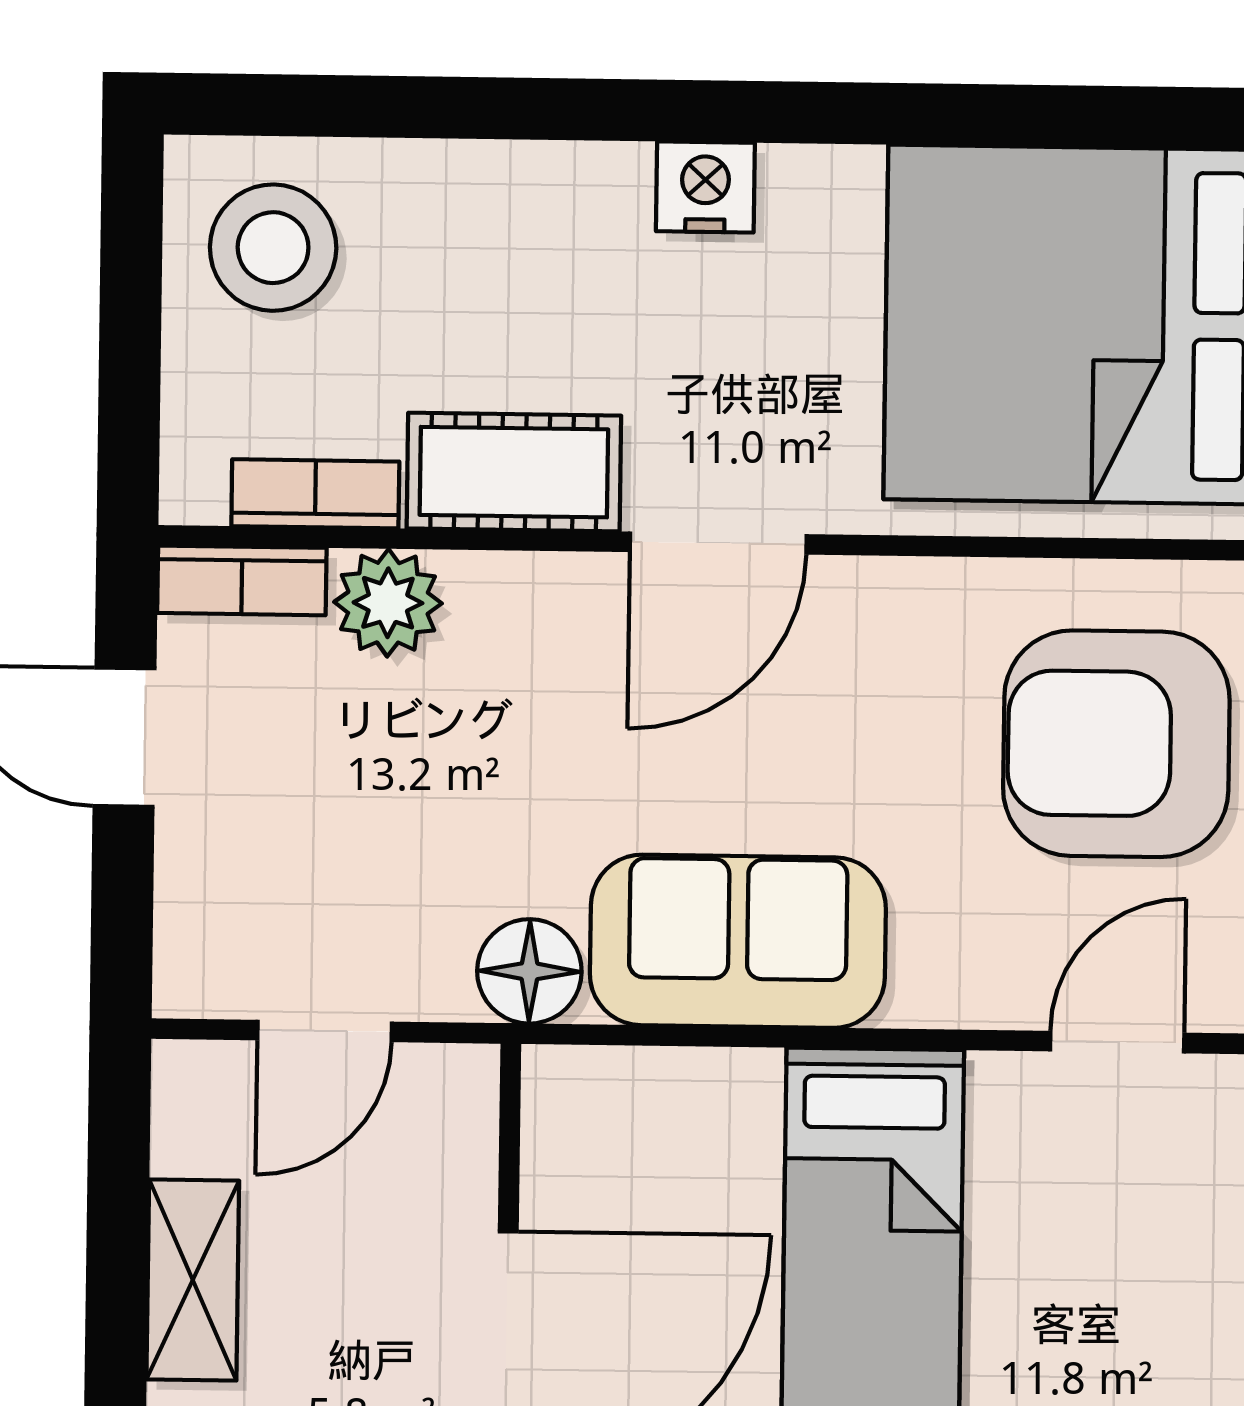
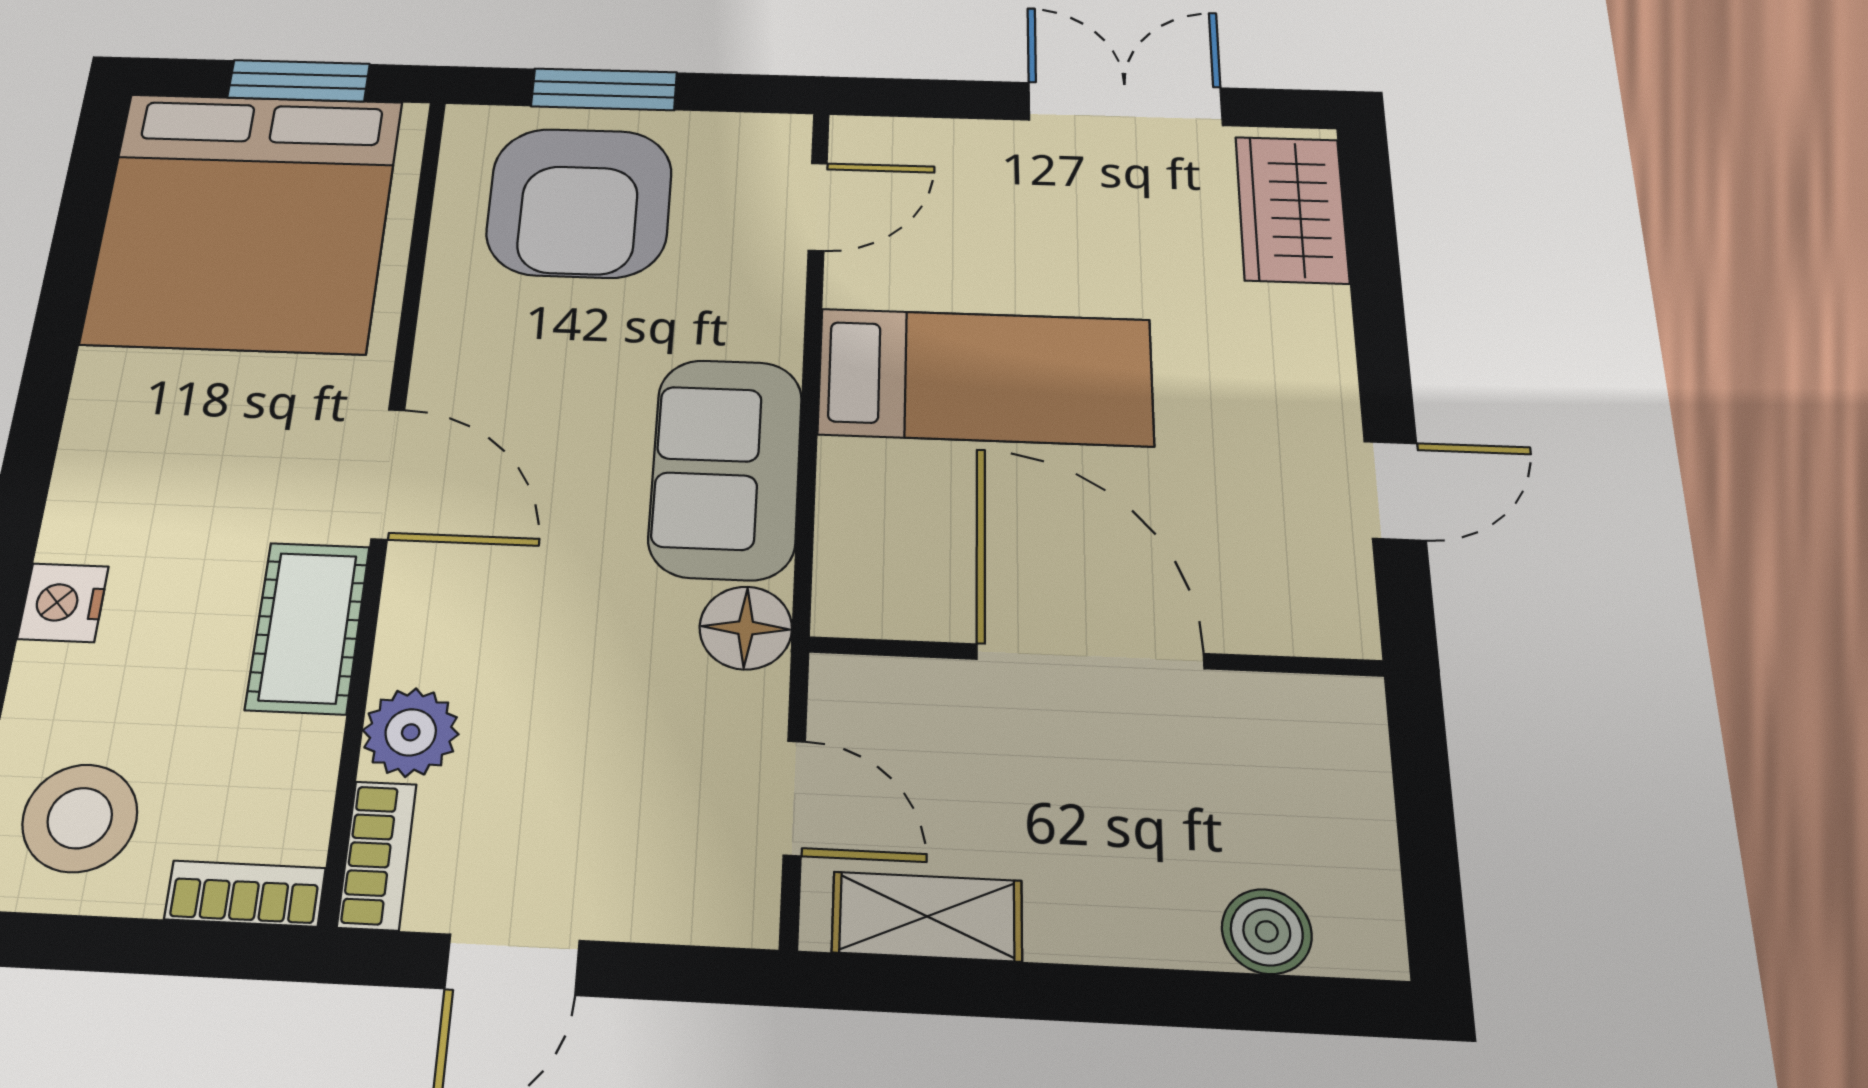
nightstand: (705, 187) -> (63, 603), moved
bookcase: (315, 494) -> (245, 894), moved, turned 90
door: (1117, 1042) -> (818, 207), swing flipped
shelving: (193, 1280) -> (927, 916), moved

